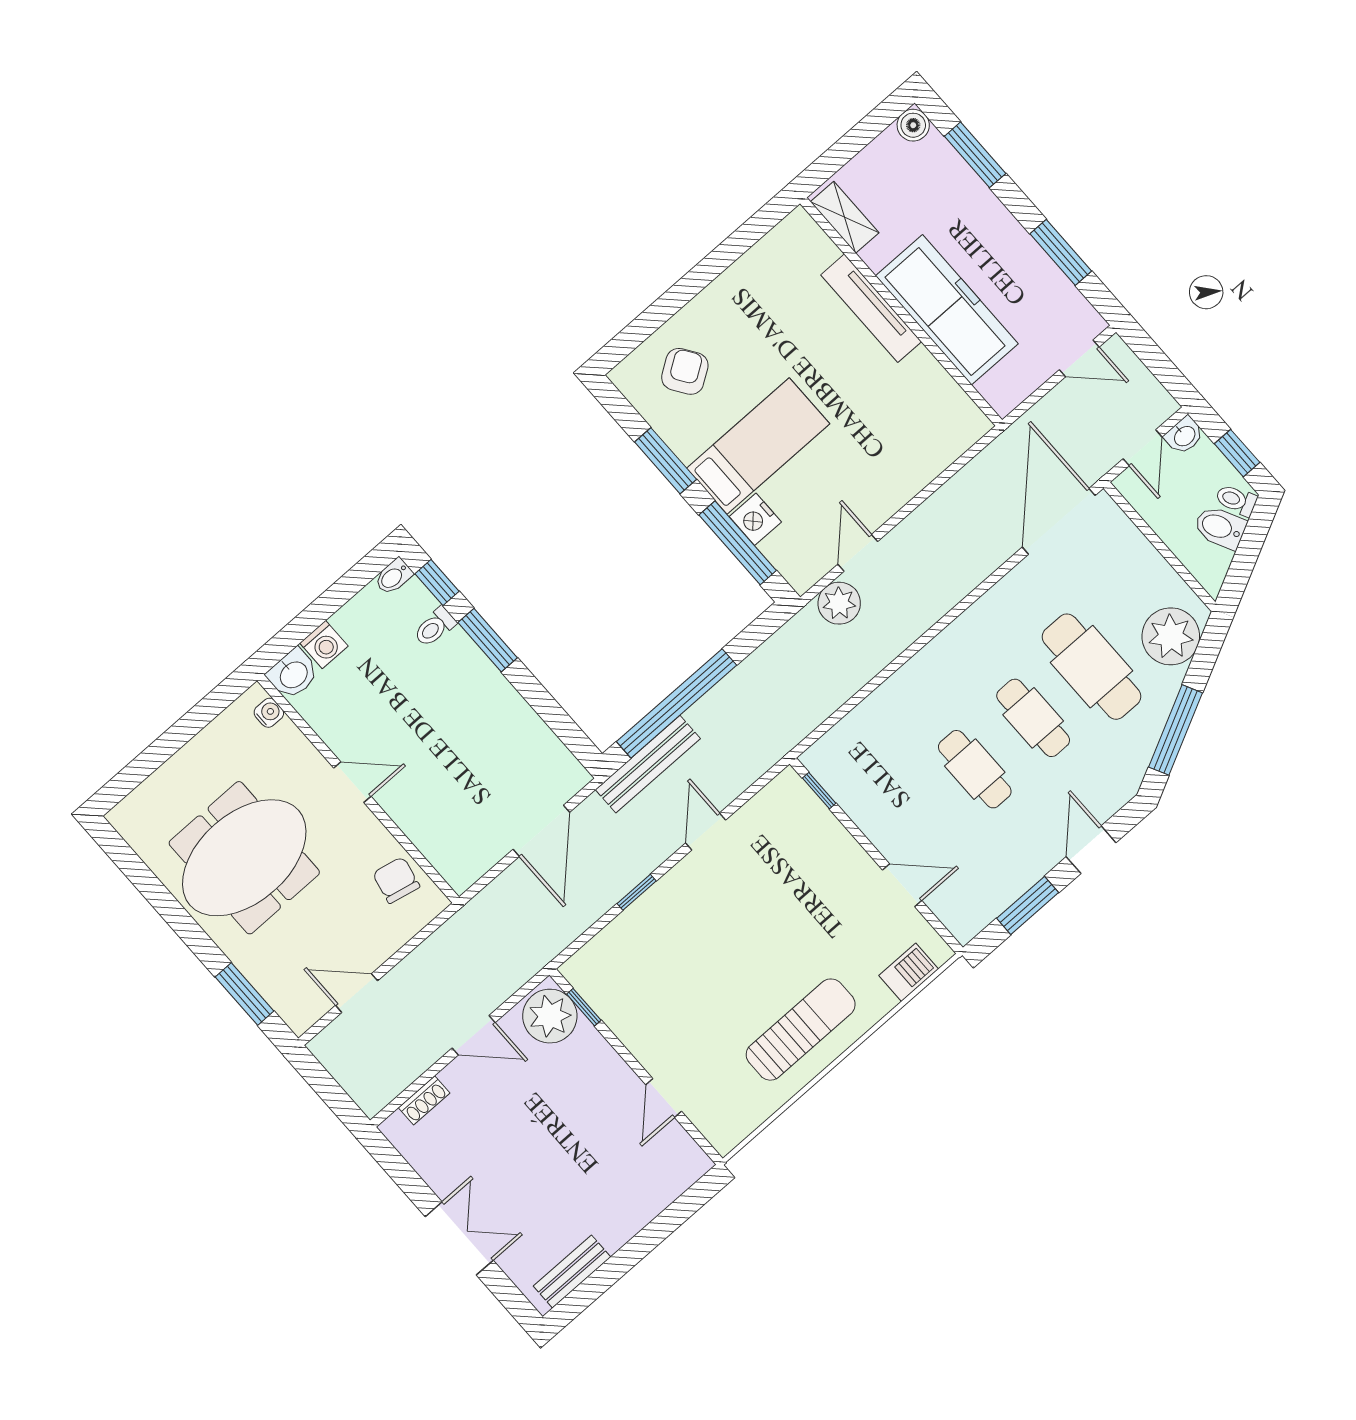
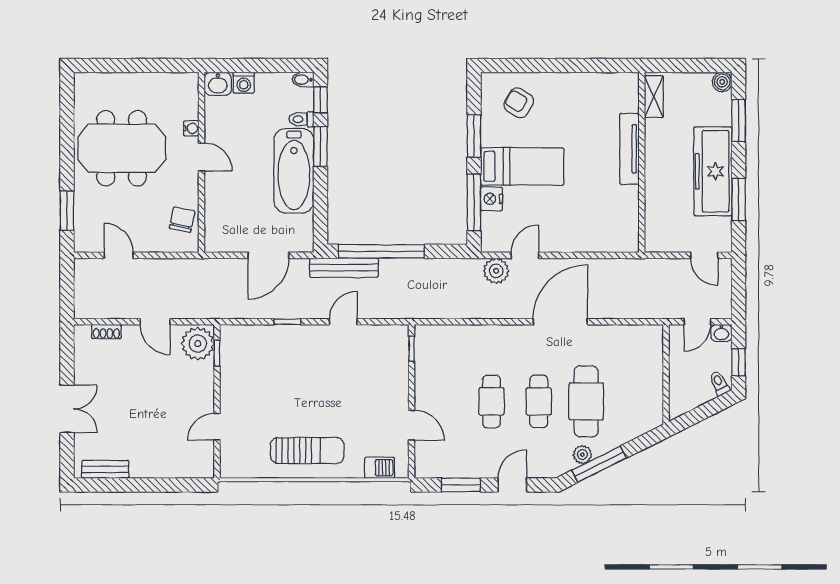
freezer: (947, 310) -> (713, 171), moved, turned 180
armchair: (685, 371) -> (519, 103), turned -115
door: (1059, 521) -> (560, 322), moved
bidet: (1220, 527) -> (701, 389), removed
plant: (1171, 636) -> (582, 455), moved, width x0.53, depth x0.53
bathtub: (481, 699) -> (294, 171), added
water cooler: (269, 713) -> (191, 128), moved

